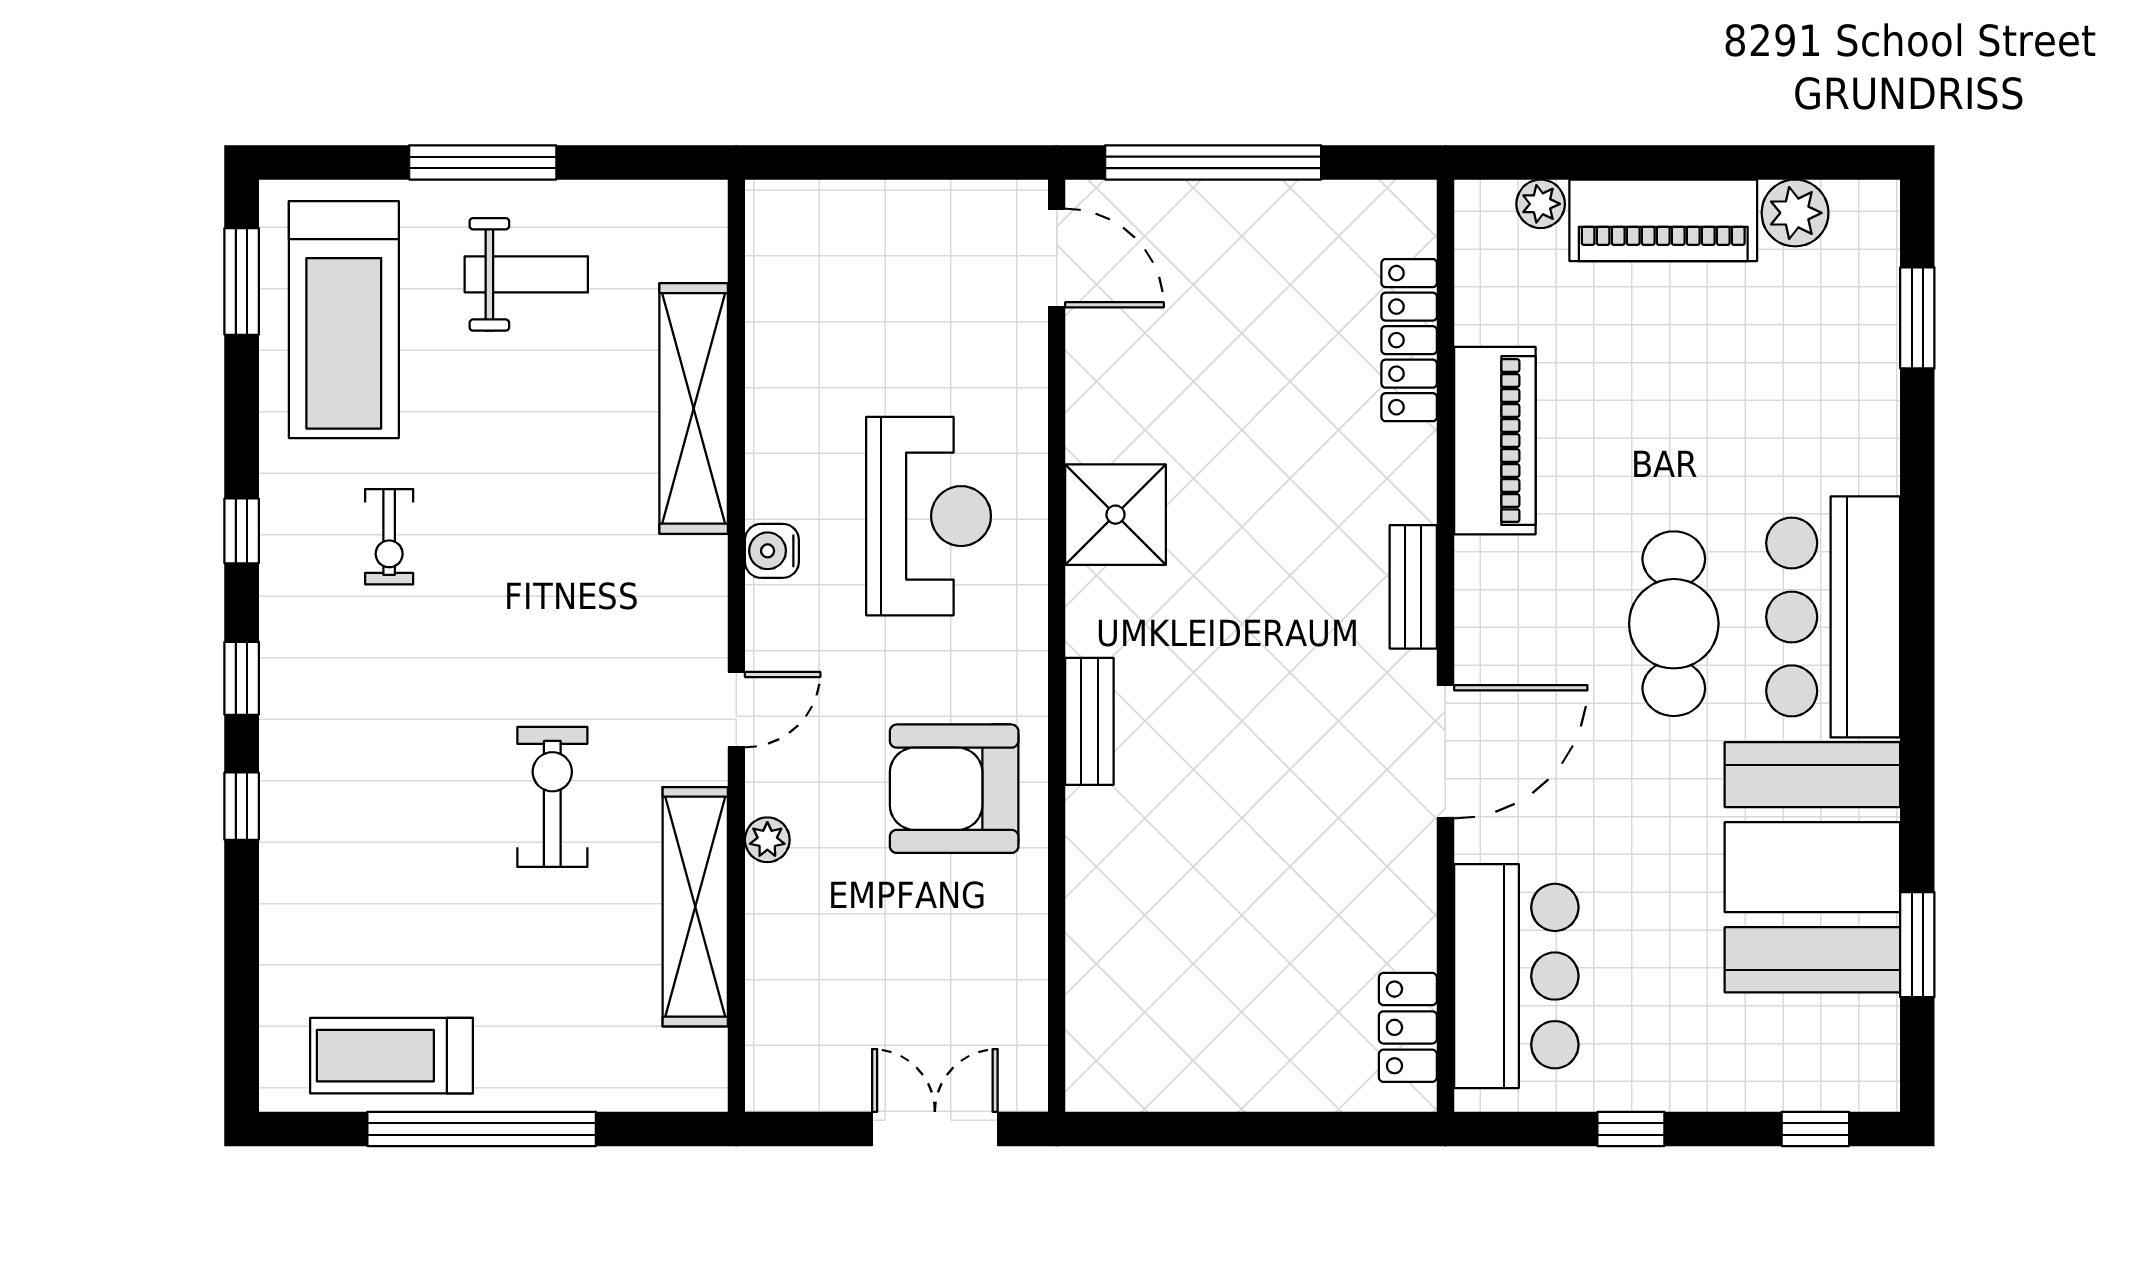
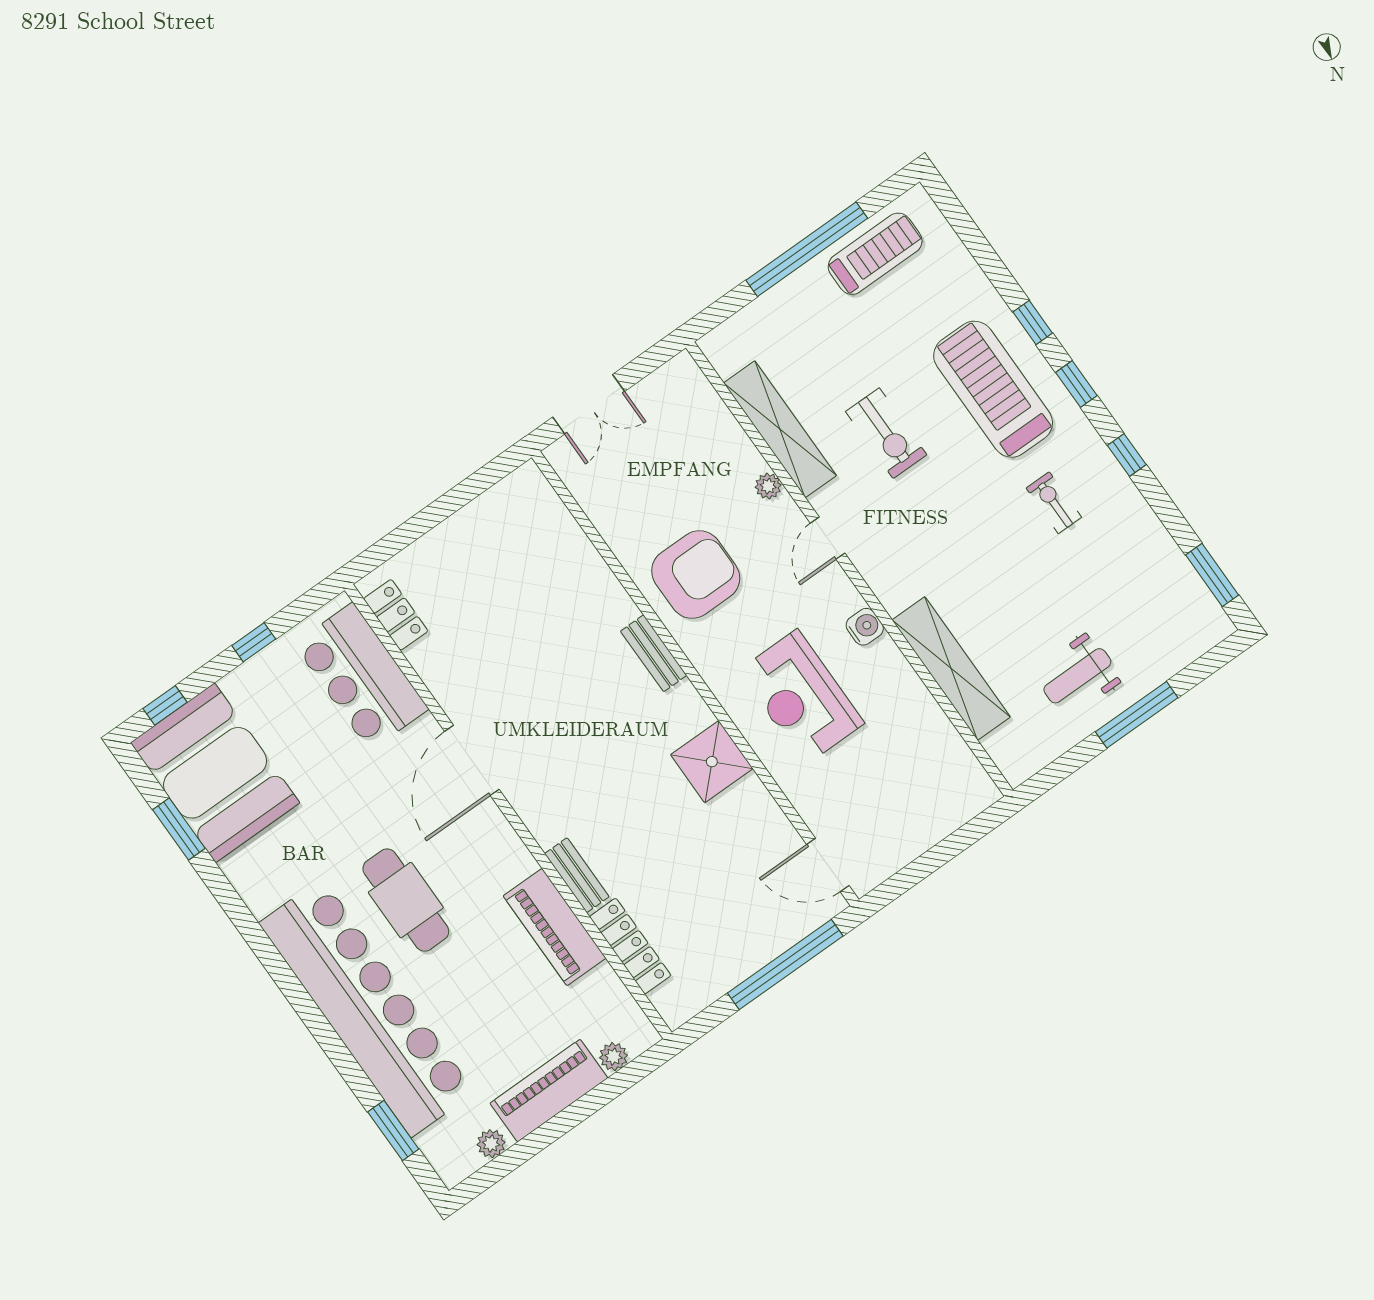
plant: (1795, 213) -> (491, 1144), width x0.73, depth x0.73
treadmill: (344, 320) -> (993, 389), moved
bench: (1413, 587) -> (577, 875), moved
bar counter: (1833, 617) -> (367, 1008), width x1.86
booth: (1812, 867) -> (215, 773), moved

